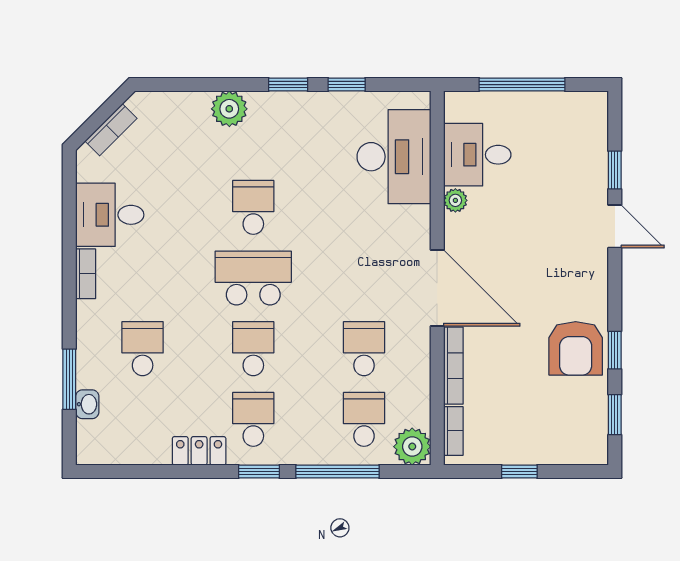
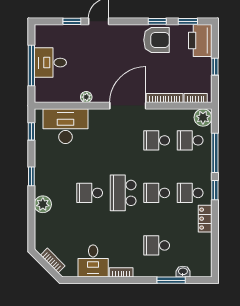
window: (347, 85) -> (31, 131), moved
desk: (477, 155) -> (50, 63), moved, turned 90
printer: (574, 441) -> (200, 41), added

